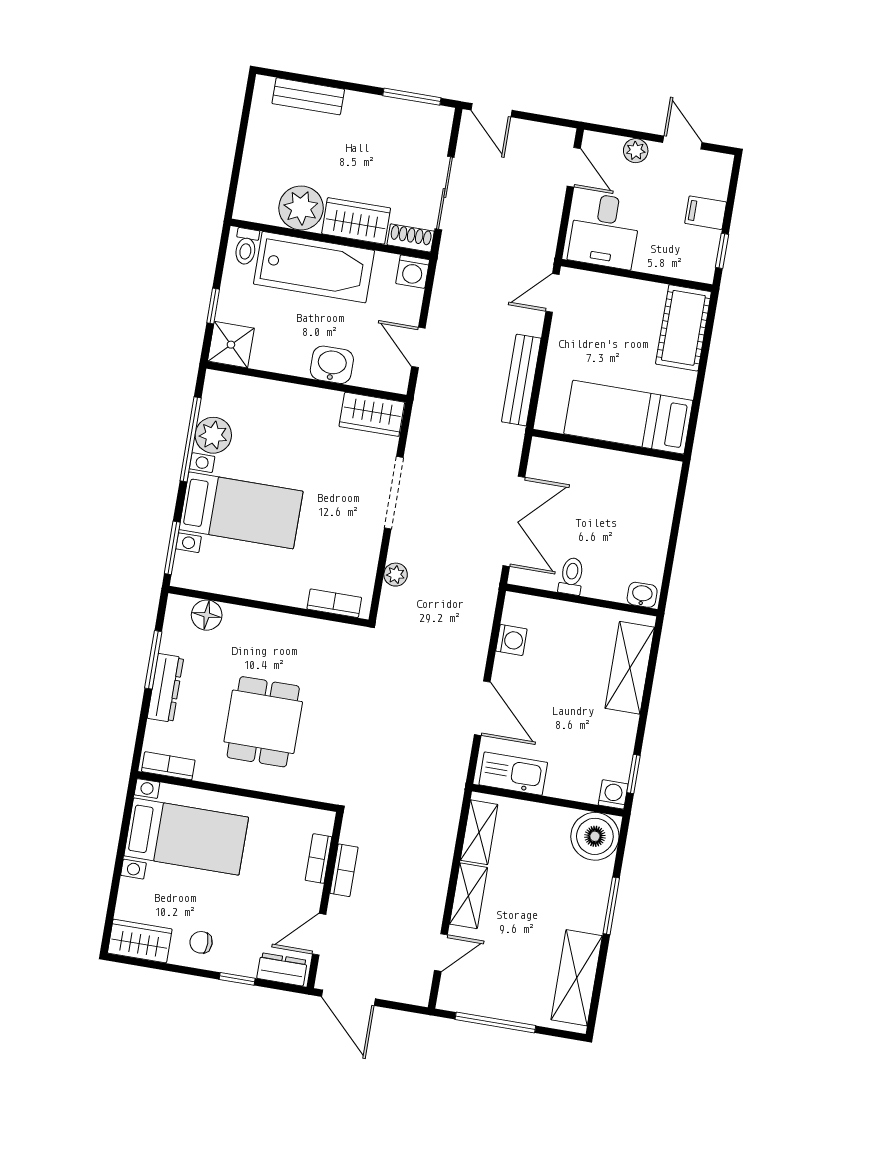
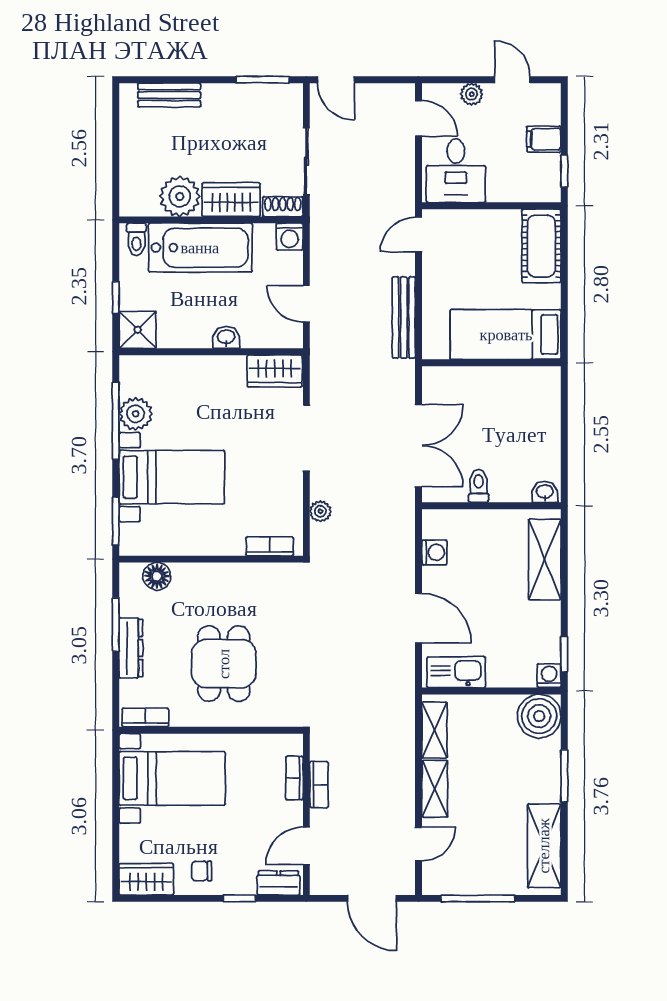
washbasin: (332, 365) -> (226, 337), width x0.72, depth x0.69
door: (348, 998) -> (372, 898), moved

